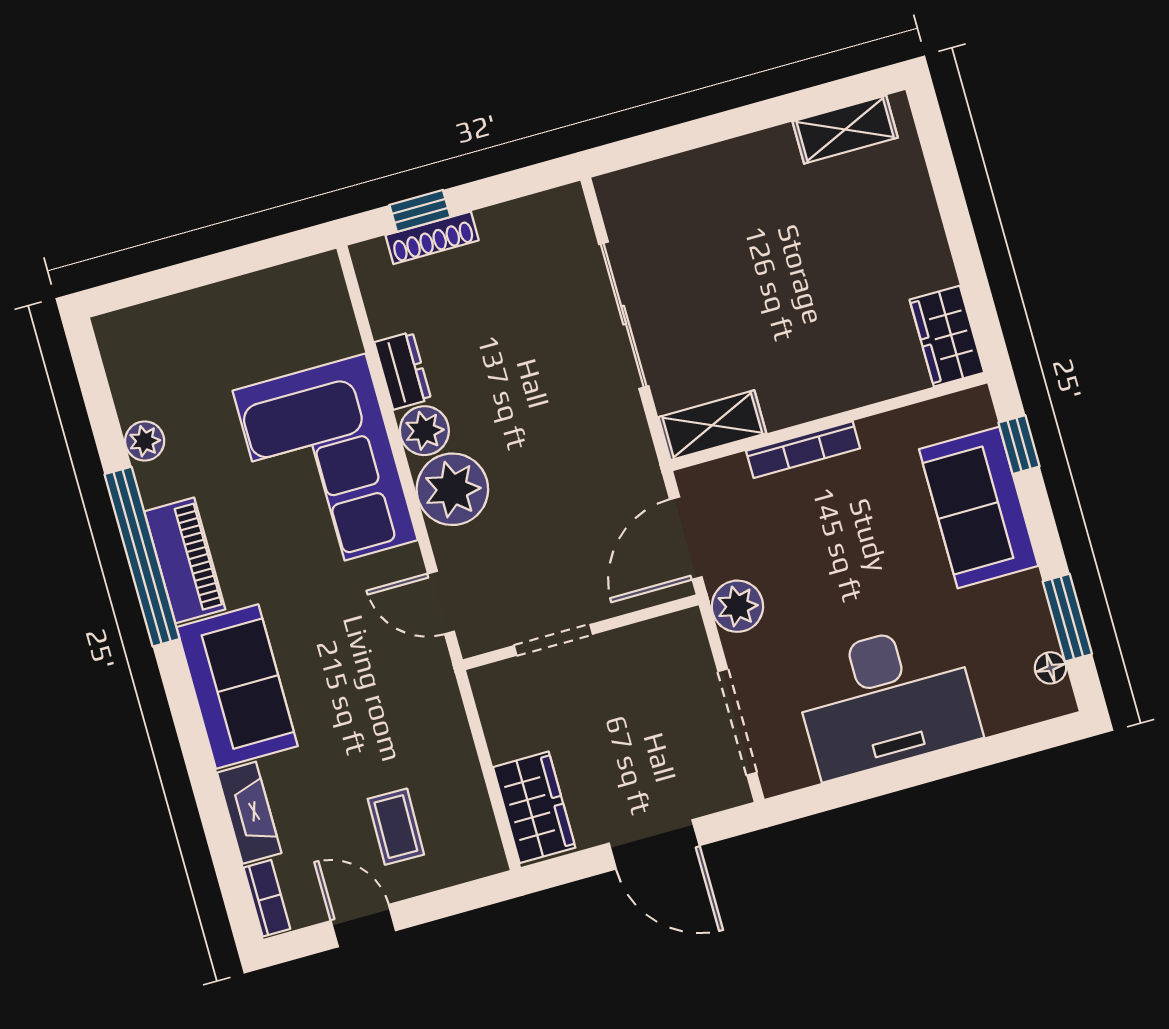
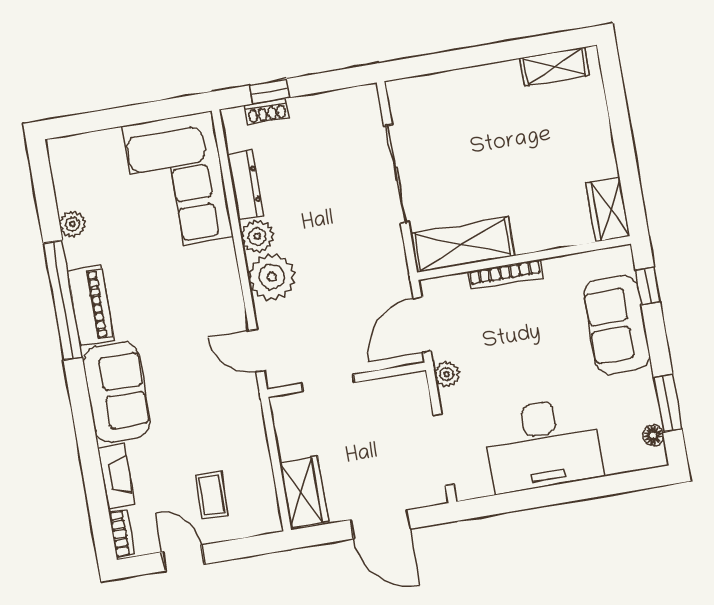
shoe rack: (432, 238) -> (267, 111), width x0.70
dresser: (403, 371) -> (245, 185), width x1.44
shelving: (712, 425) -> (463, 245), width x1.50, depth x1.33
corner sofa: (325, 465) -> (177, 182), moved
plant: (737, 606) -> (447, 374), width x0.73, depth x0.73

